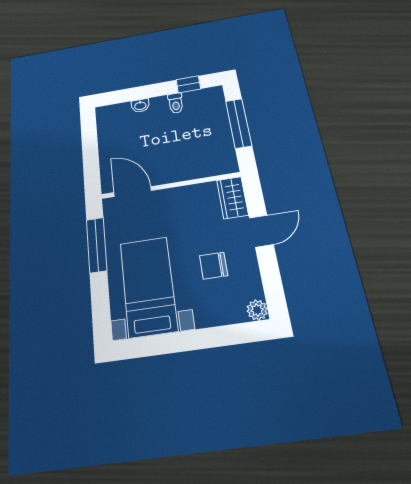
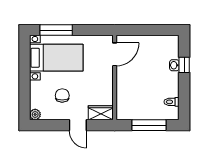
window: (188, 84) -> (184, 65), moved
toilet: (176, 103) -> (172, 102), moved
window: (97, 245) -> (56, 30), moved

